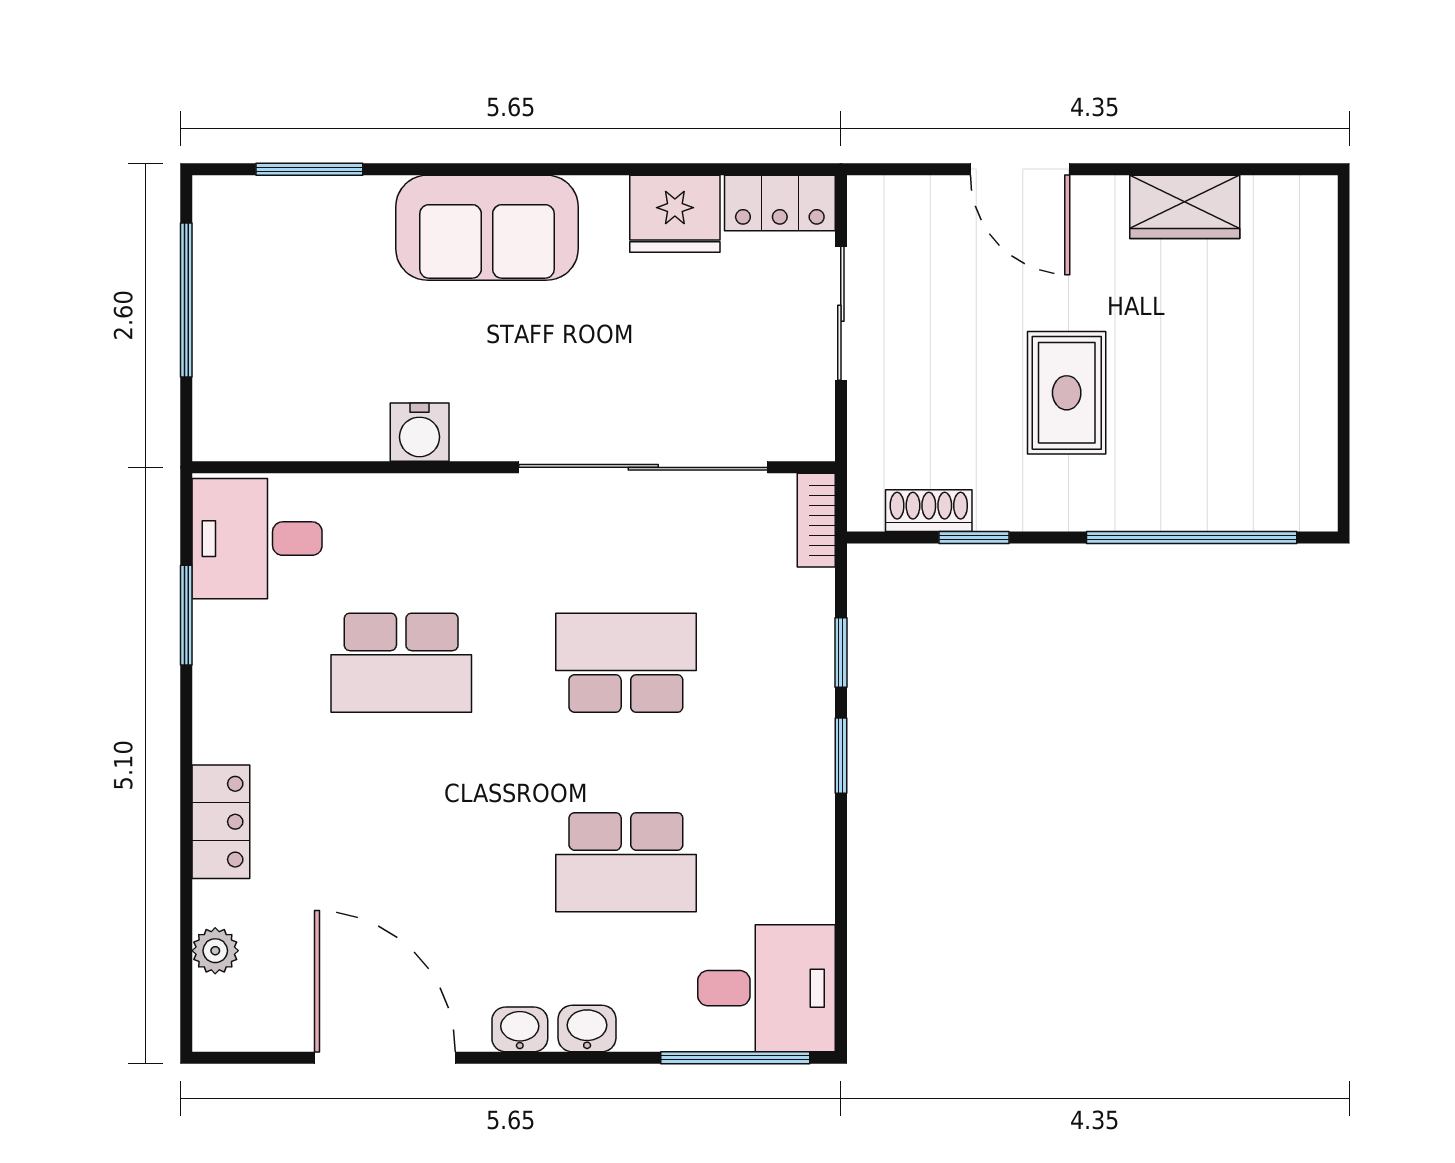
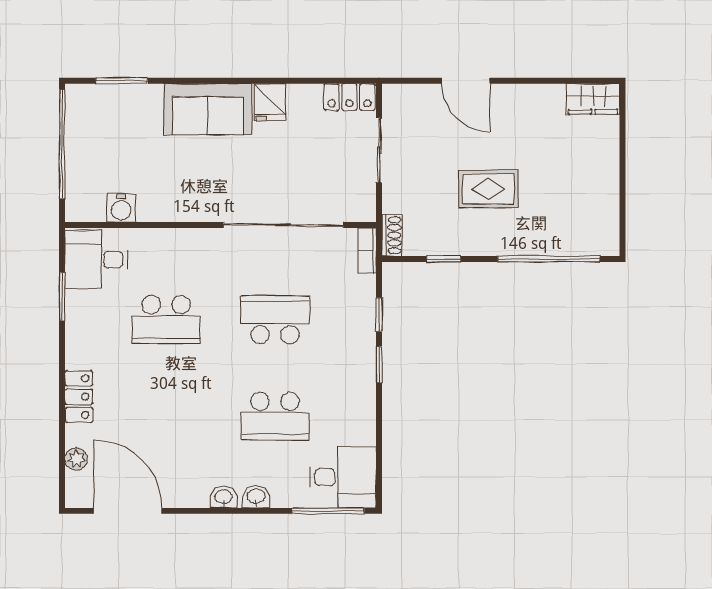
wardrobe: (1185, 207) -> (593, 99), moved
fridge: (675, 214) -> (270, 102), moved, width x0.72
window: (186, 300) -> (62, 144), width x1.46
rug: (1067, 393) -> (488, 189), turned 90
water cooler: (420, 432) -> (121, 208), moved
shoe rack: (929, 511) -> (392, 235), moved, turned 90
door: (385, 1058) -> (128, 511), moved

